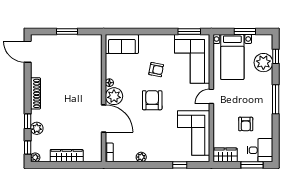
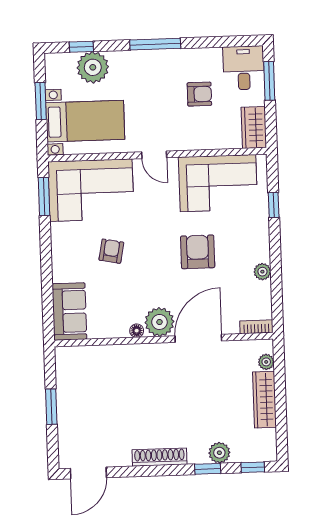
armchair: (152, 100) -> (198, 252), moved, turned 90
plant: (35, 157) -> (266, 362), moved

